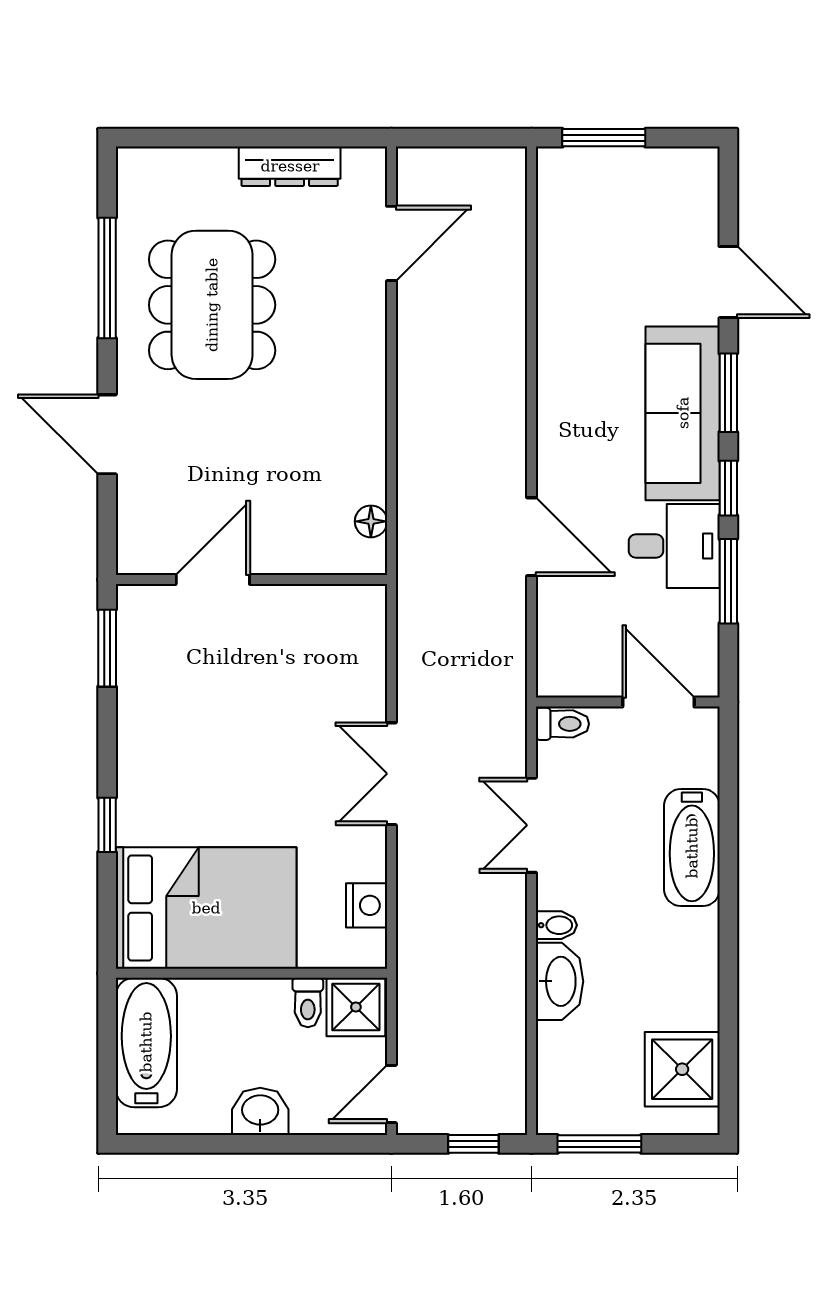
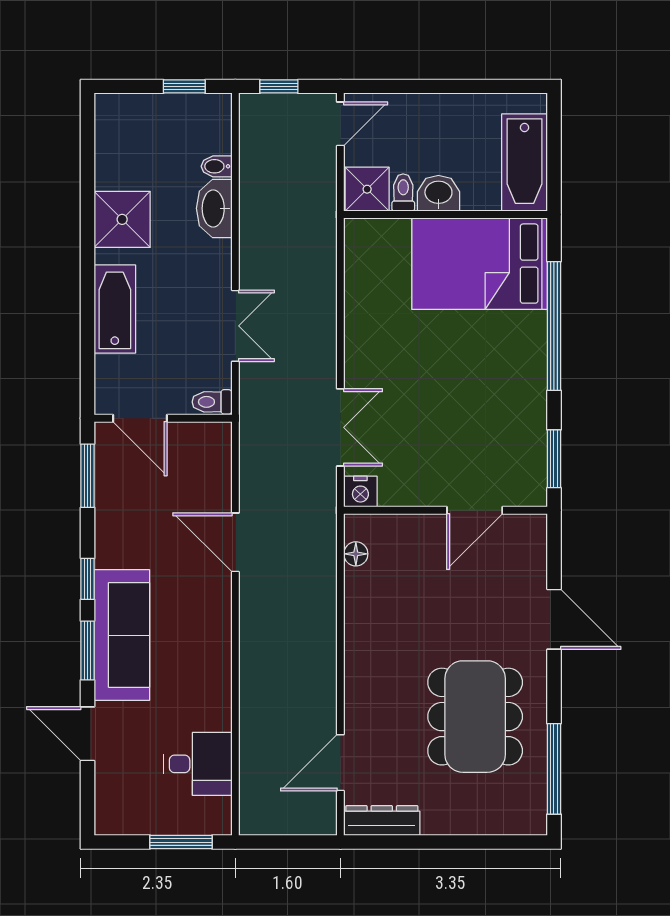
dresser: (290, 166) -> (382, 821), moved
window: (107, 278) -> (554, 769), moved
desk: (674, 546) -> (198, 764), moved, turned 180
window: (728, 581) -> (87, 476), moved
double door: (391, 774) -> (340, 427), moved
window: (107, 825) -> (554, 326), width x3.17
nightstand: (367, 905) -> (360, 492), moved, turned -90
bidet: (556, 925) -> (217, 166), moved
shower: (682, 1069) -> (122, 219), moved
washbasin: (260, 1111) -> (438, 193), moved, turned 180
window: (599, 1144) -> (184, 86), width x0.67

